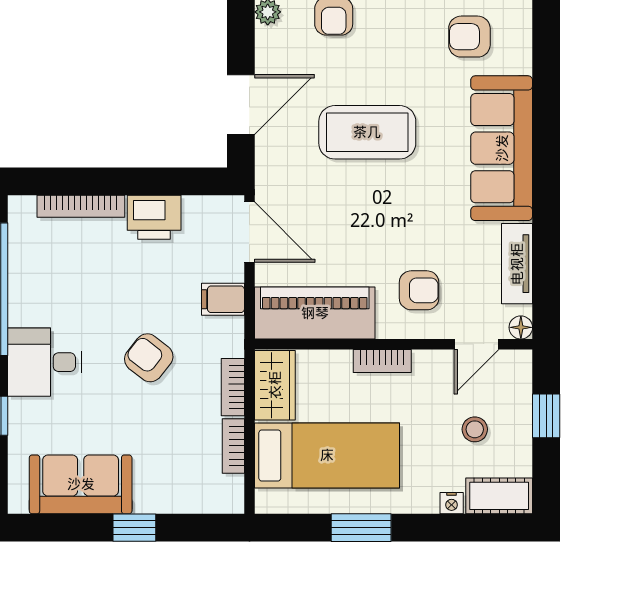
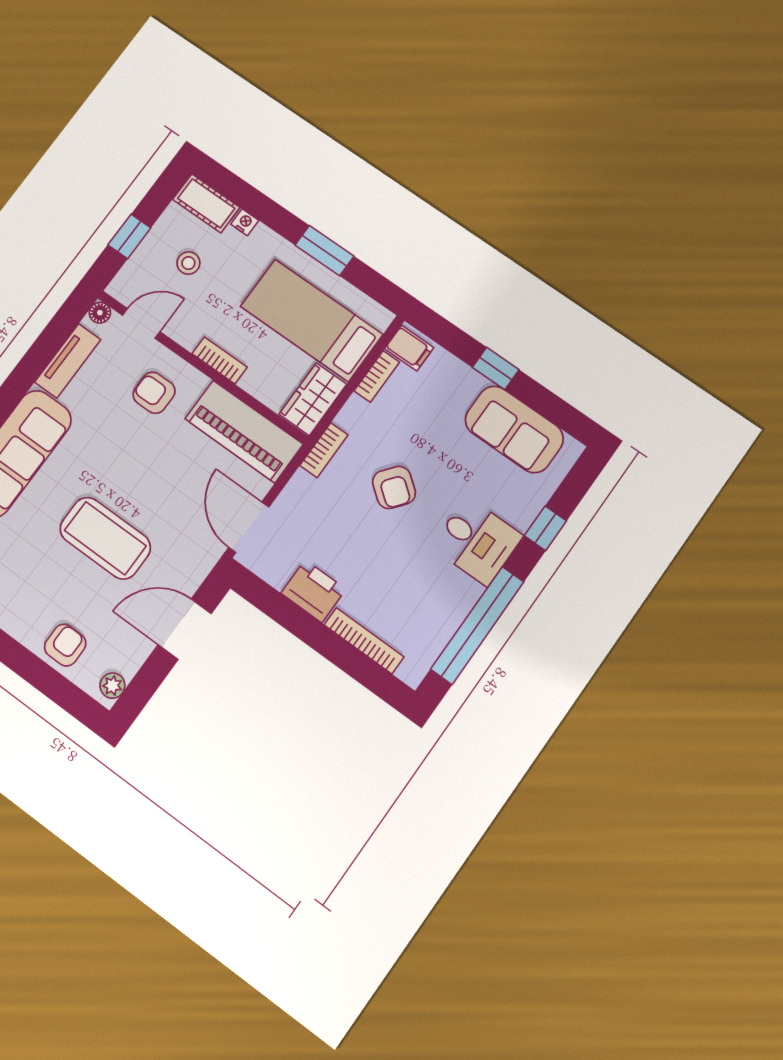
filing cabinet: (223, 299) -> (409, 348), moved
bookcase: (233, 387) -> (324, 450), moved

